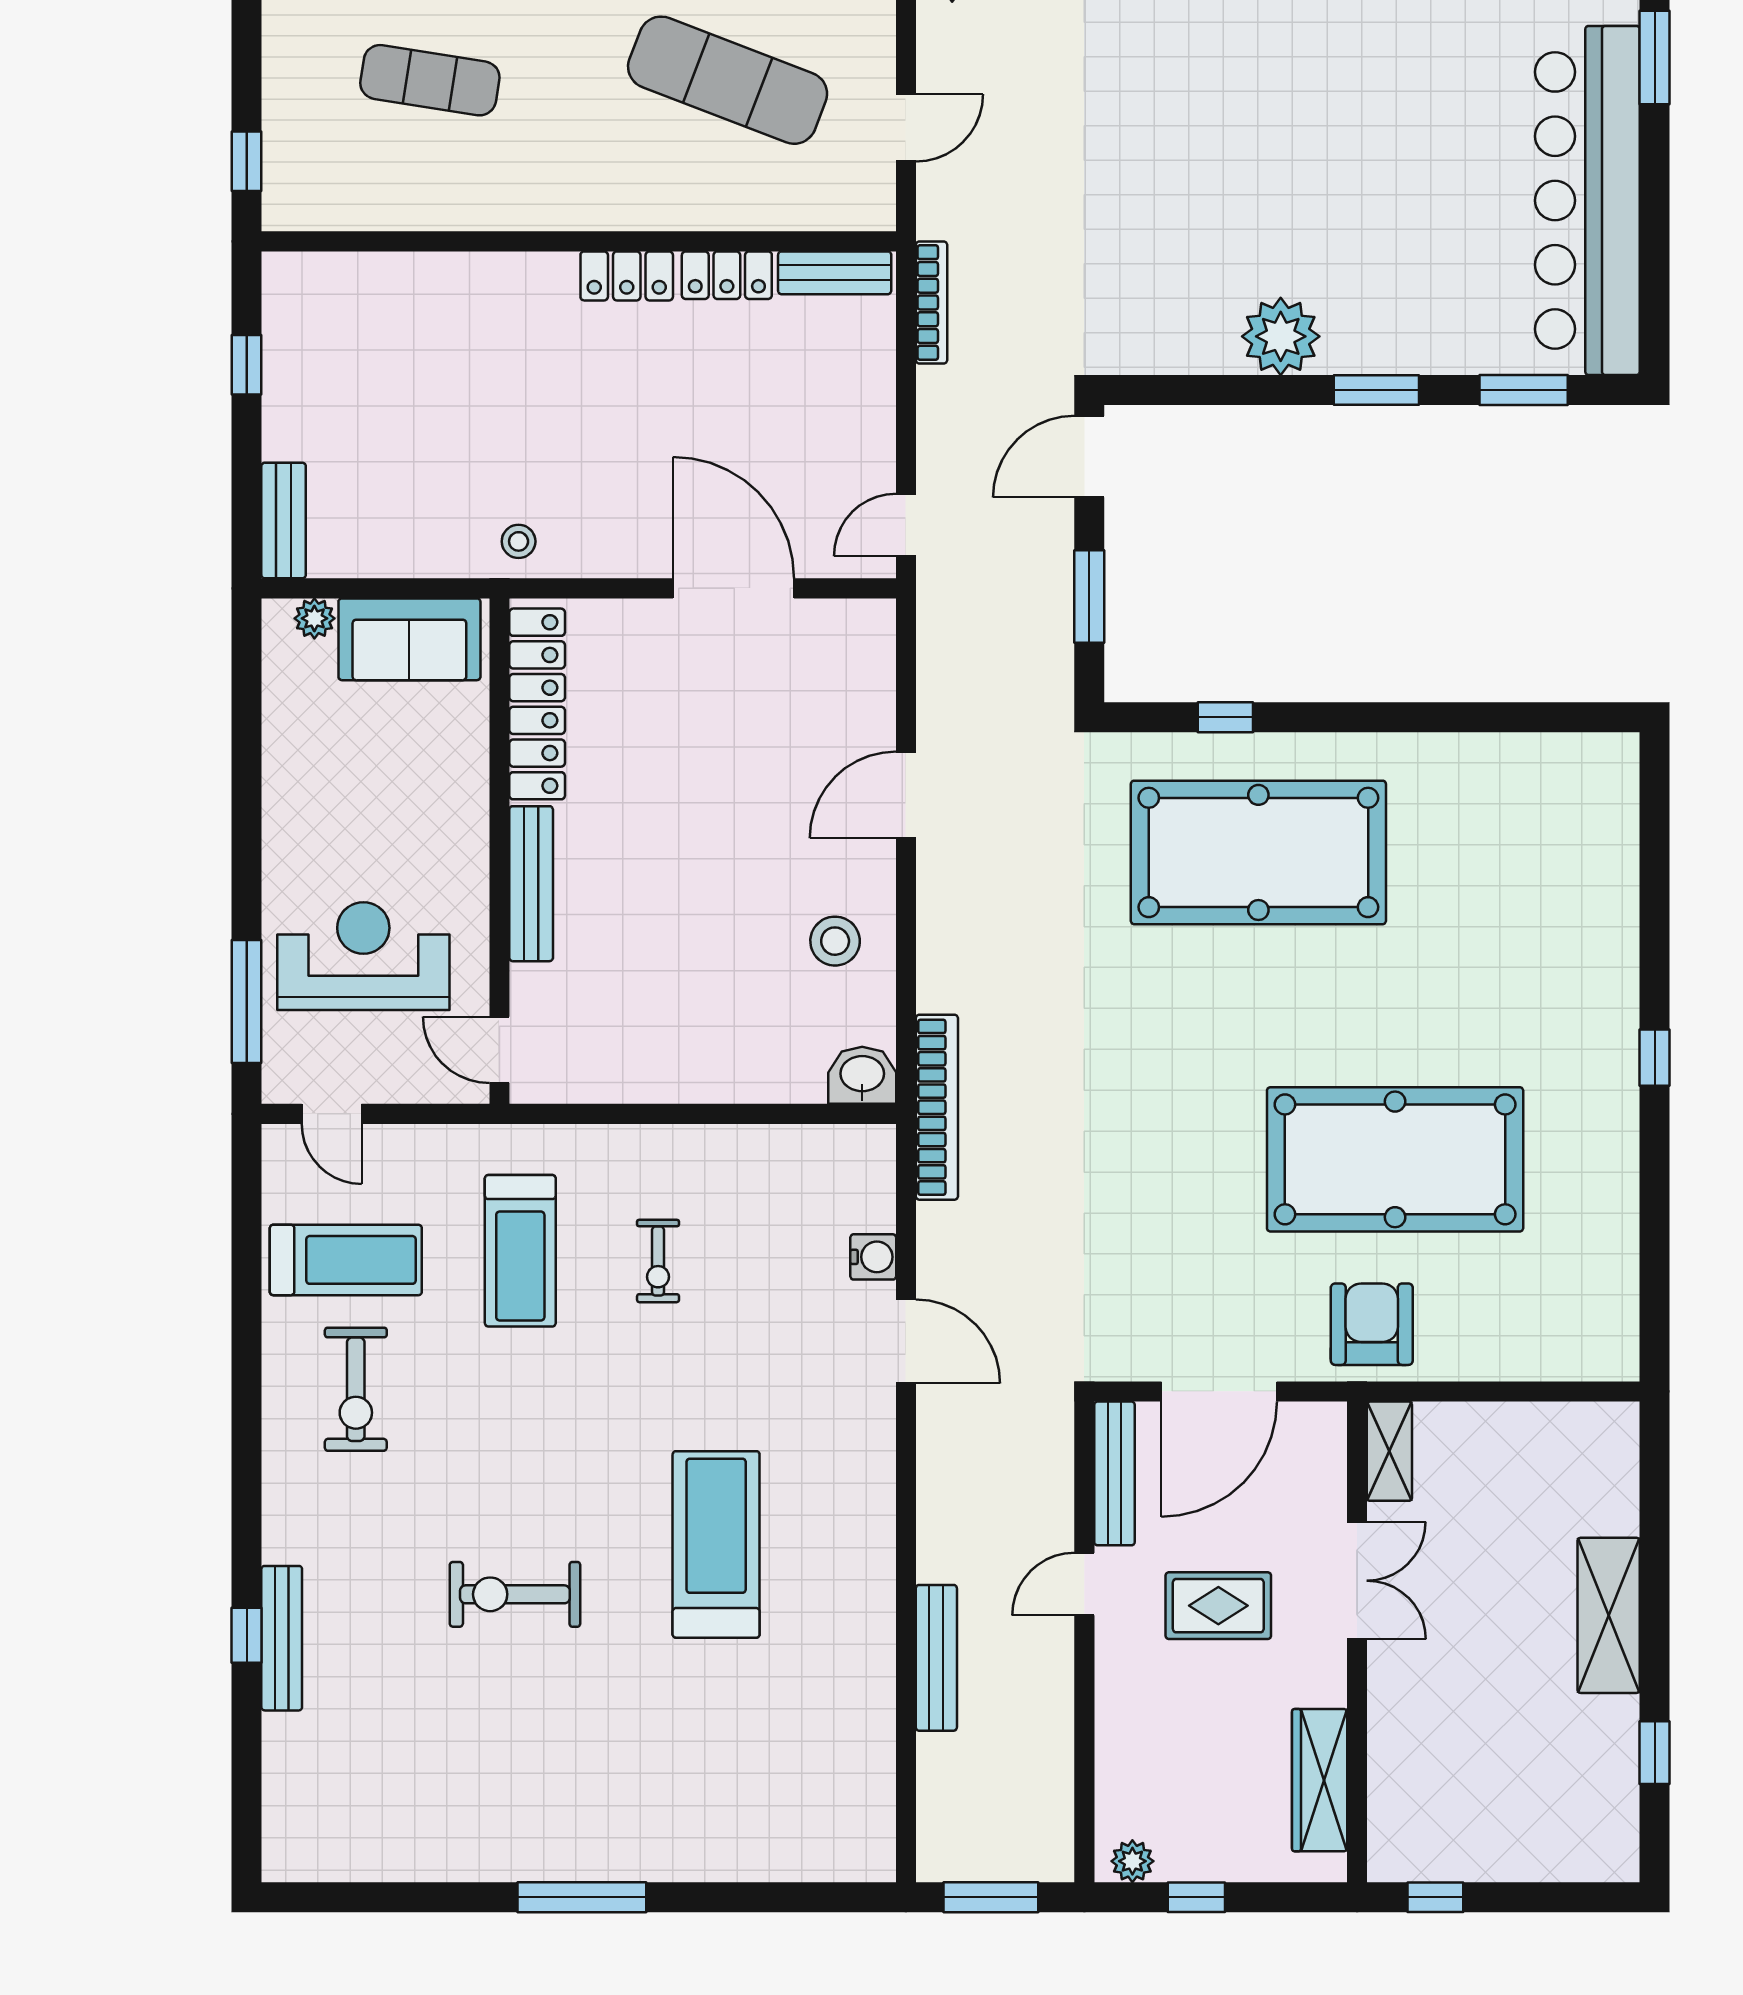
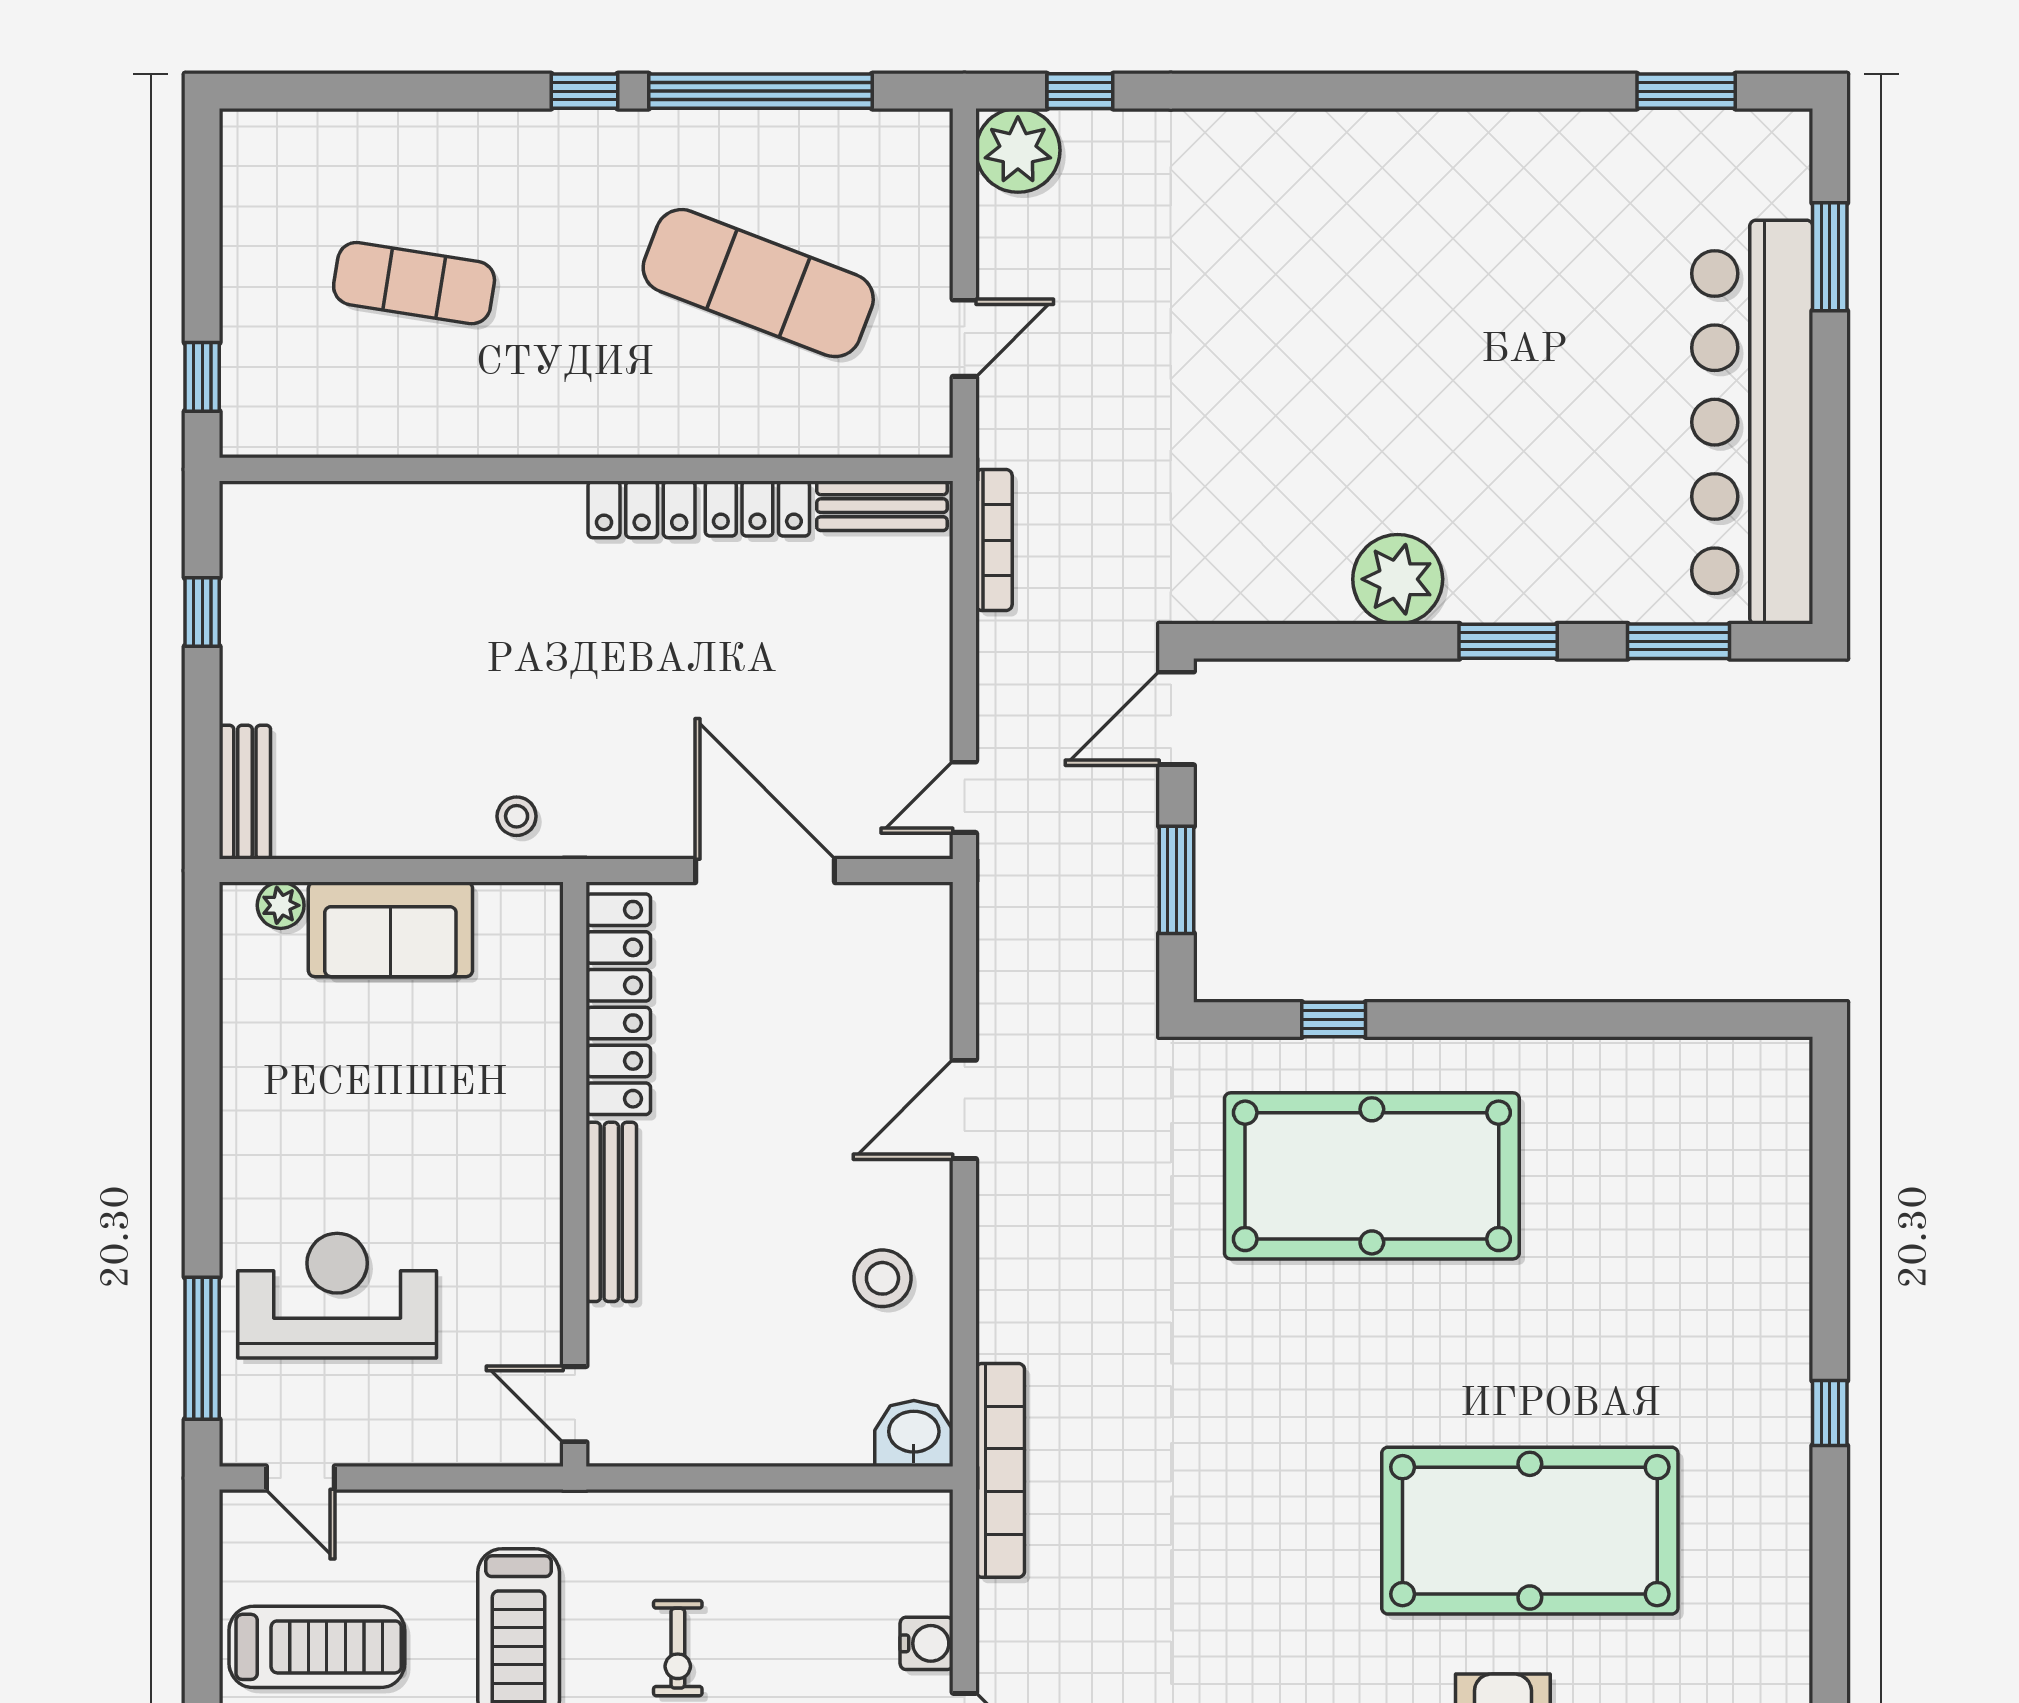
locker: (537, 704) -> (618, 1004), moved
wall: (499, 851) -> (575, 1174), moved
bench: (531, 884) -> (611, 1212), moved
door: (499, 1050) -> (575, 1404), moved

